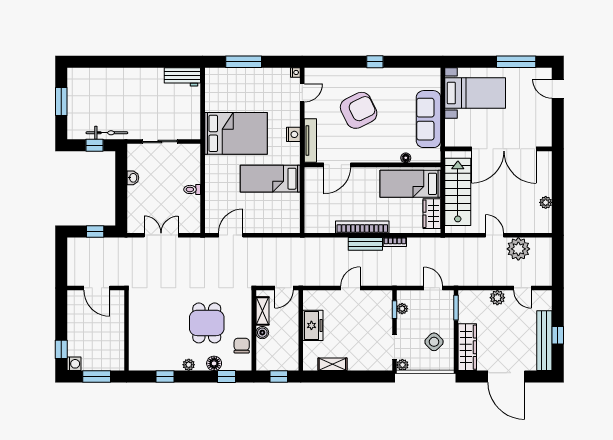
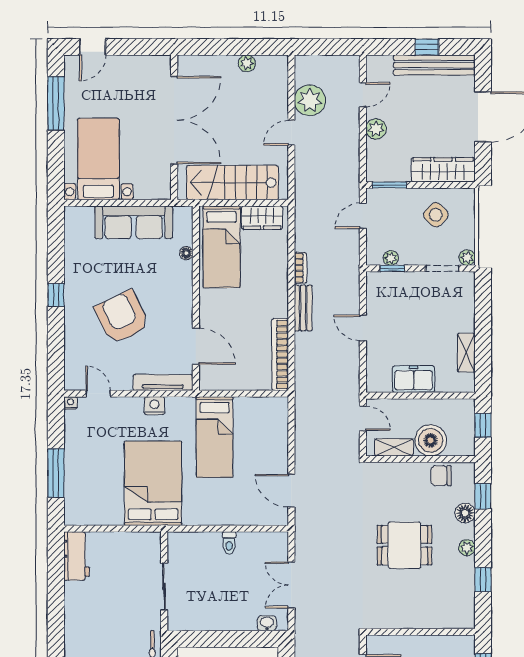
washbasin: (133, 178) -> (267, 623), moved
bookcase: (362, 227) -> (280, 355), moved
dining table: (207, 323) -> (404, 545), moved
boiler: (262, 333) -> (431, 440), width x1.86, depth x1.86

